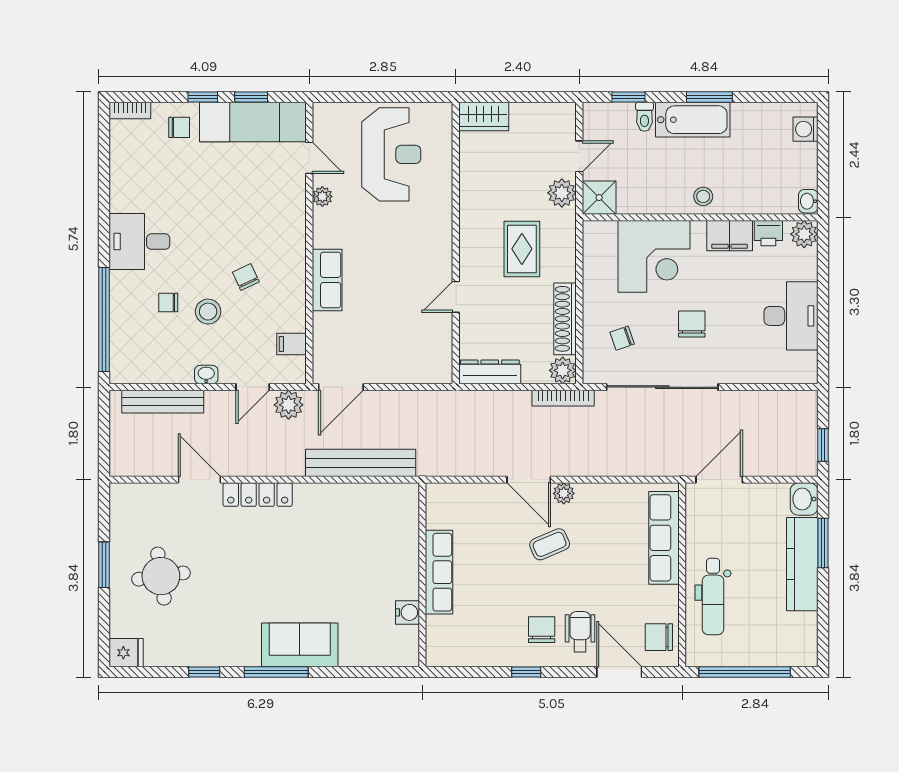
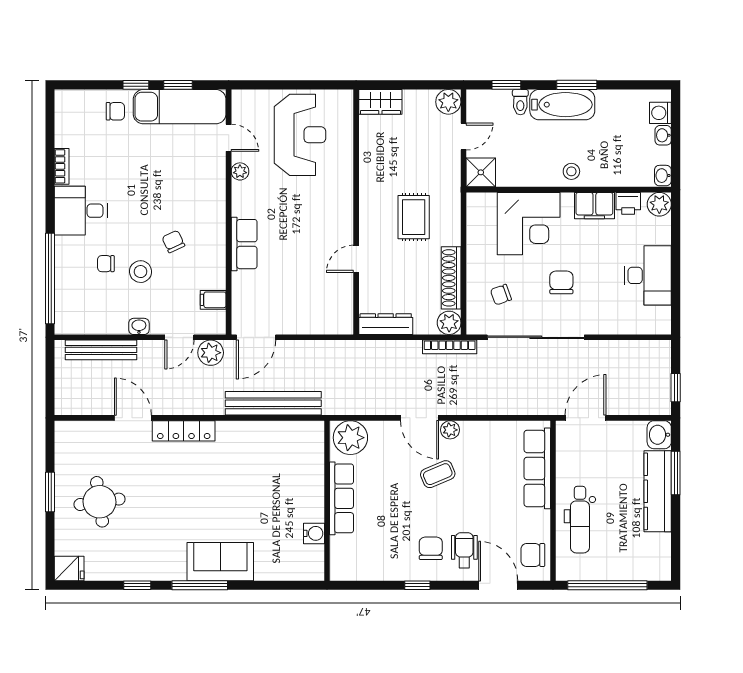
bookcase: (130, 110) -> (62, 166), moved, turned -90
washbasin: (809, 155) -> (663, 135), added
plant: (562, 193) -> (448, 102), moved
plant: (449, 502) -> (350, 438), added

